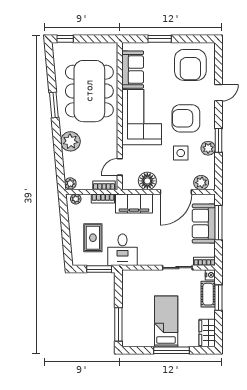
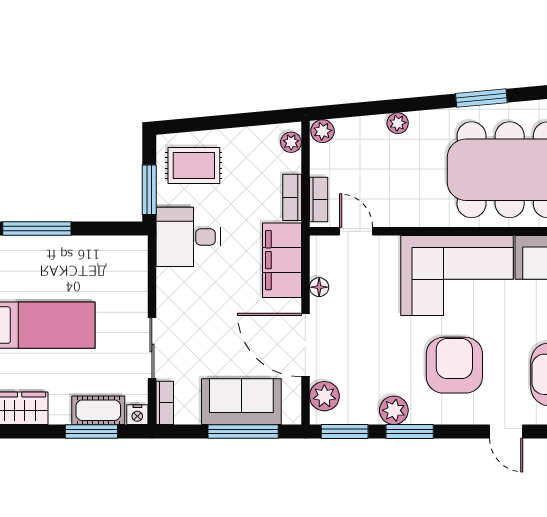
plant: (70, 141) -> (398, 123), width x0.53, depth x0.53
side table: (181, 153) -> (384, 355), removed
window: (219, 173) -> (345, 431), added
floor lamp: (147, 181) -> (319, 287), width x0.53, depth x0.53
rug: (93, 238) -> (194, 165), moved

